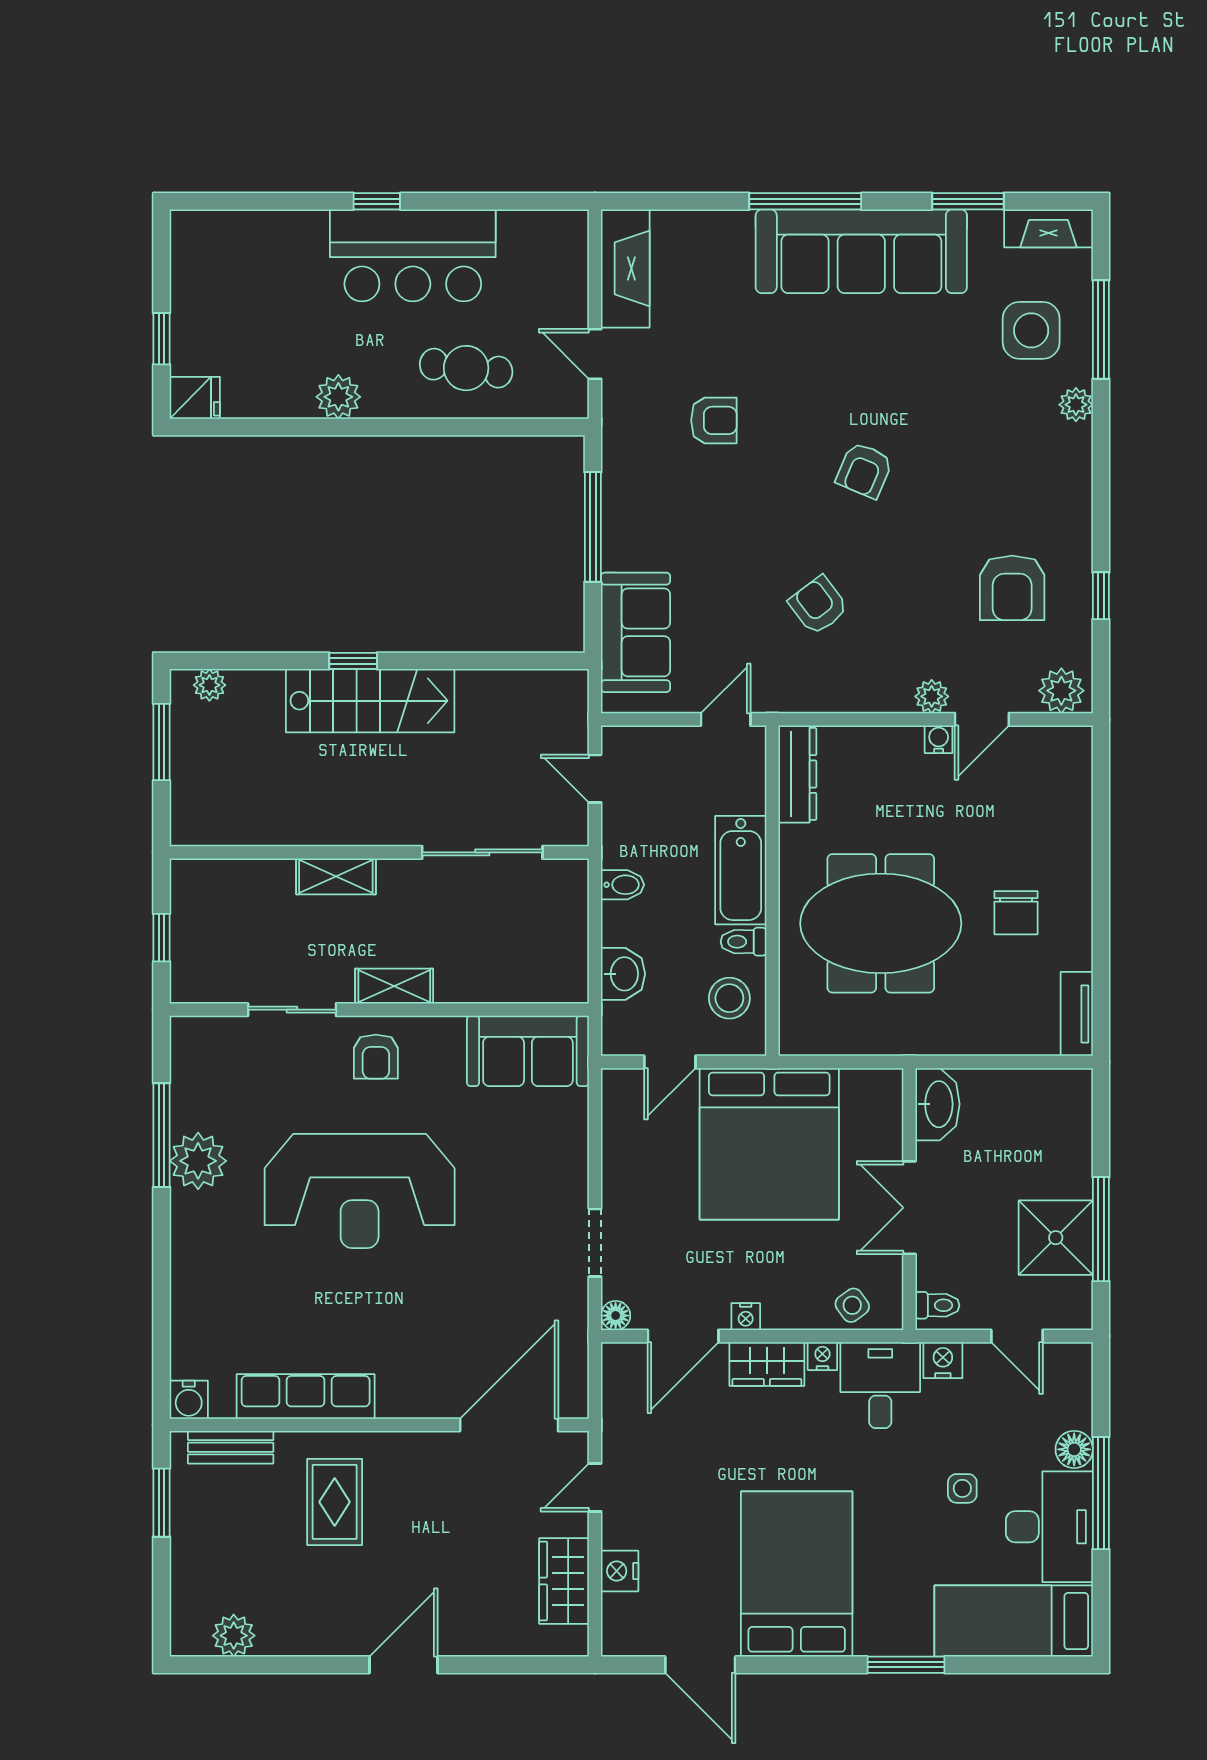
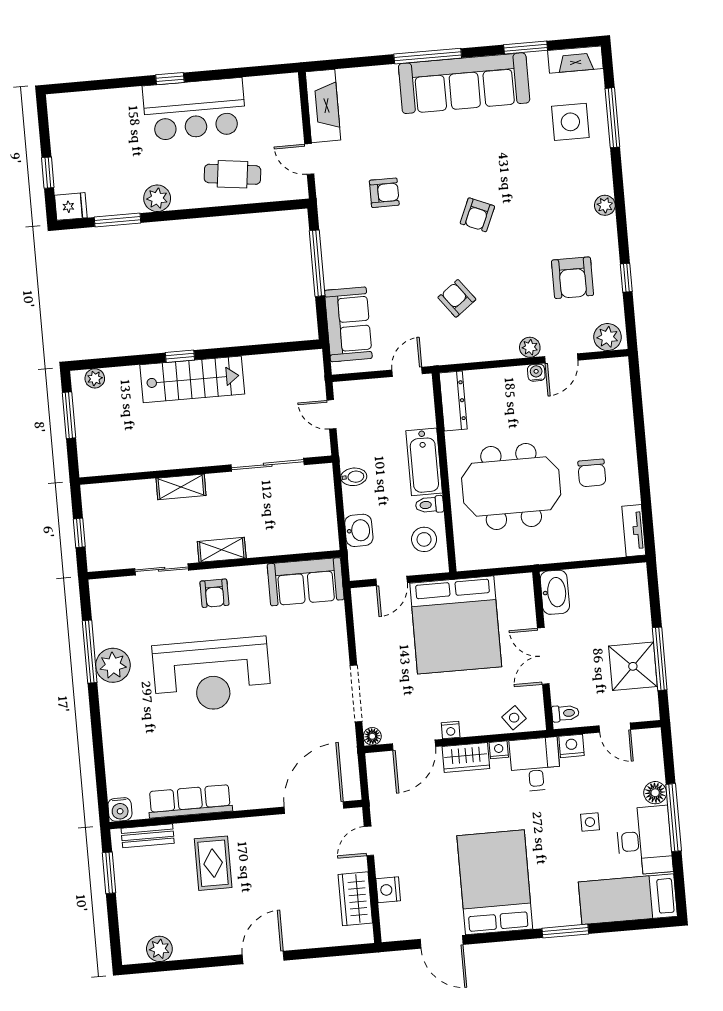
plant: (1076, 405) -> (605, 205), moved
window: (270, 427) -> (118, 220), added
doorway: (595, 1243) -> (356, 694), width x1.38

